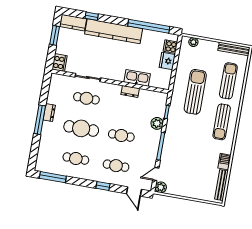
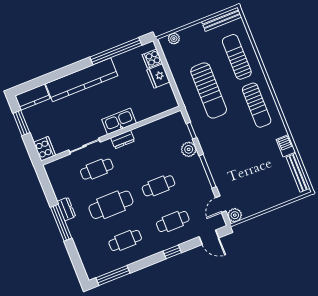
window: (92, 16) -> (48, 78), removed
kitchen sink: (137, 78) -> (119, 121), moved
dresser: (130, 91) -> (123, 139), moved
sun lounger: (195, 92) -> (209, 90), turned 180

